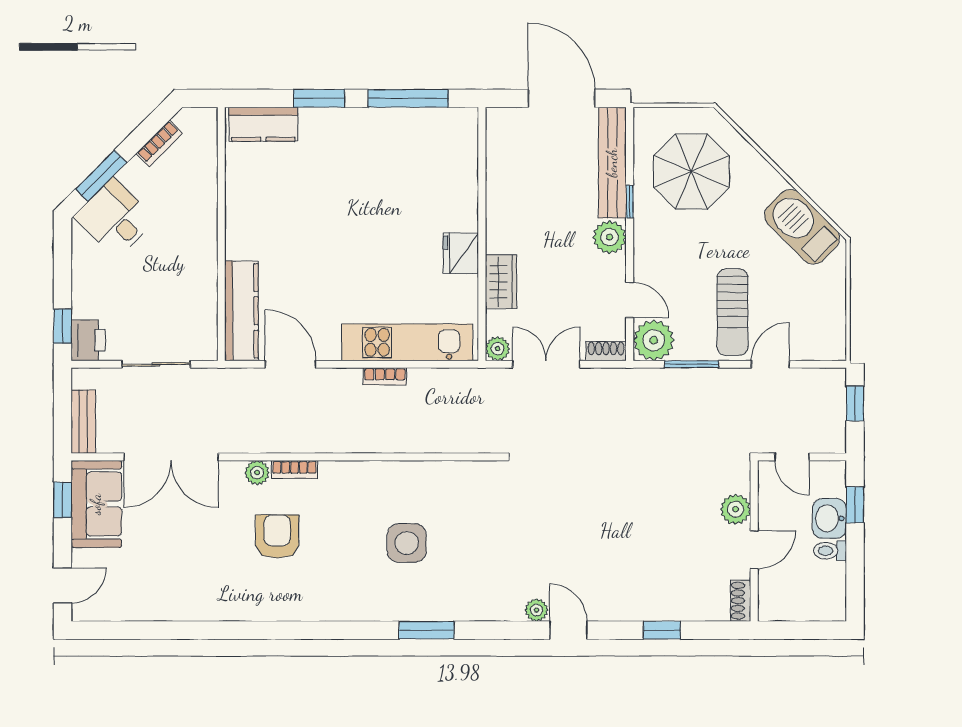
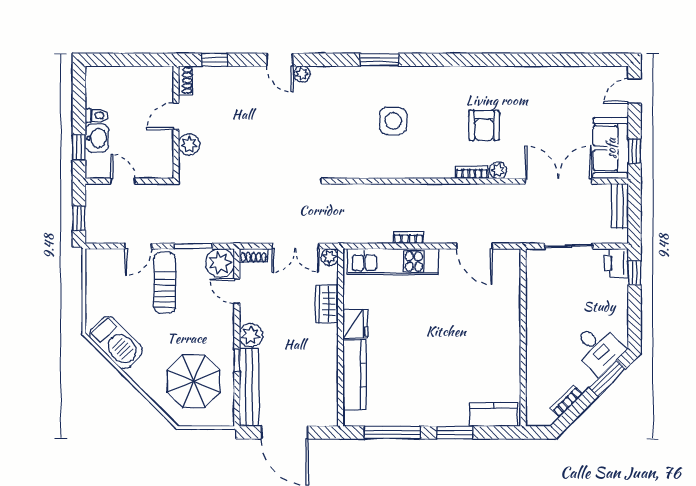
kitchen counter: (241, 311) -> (355, 375), moved, turned 180
plant: (735, 509) -> (189, 145), moved
wall: (754, 541) -> (176, 122), moved
door: (754, 550) -> (176, 116), moved
shoe rack: (741, 601) -> (186, 80), moved

